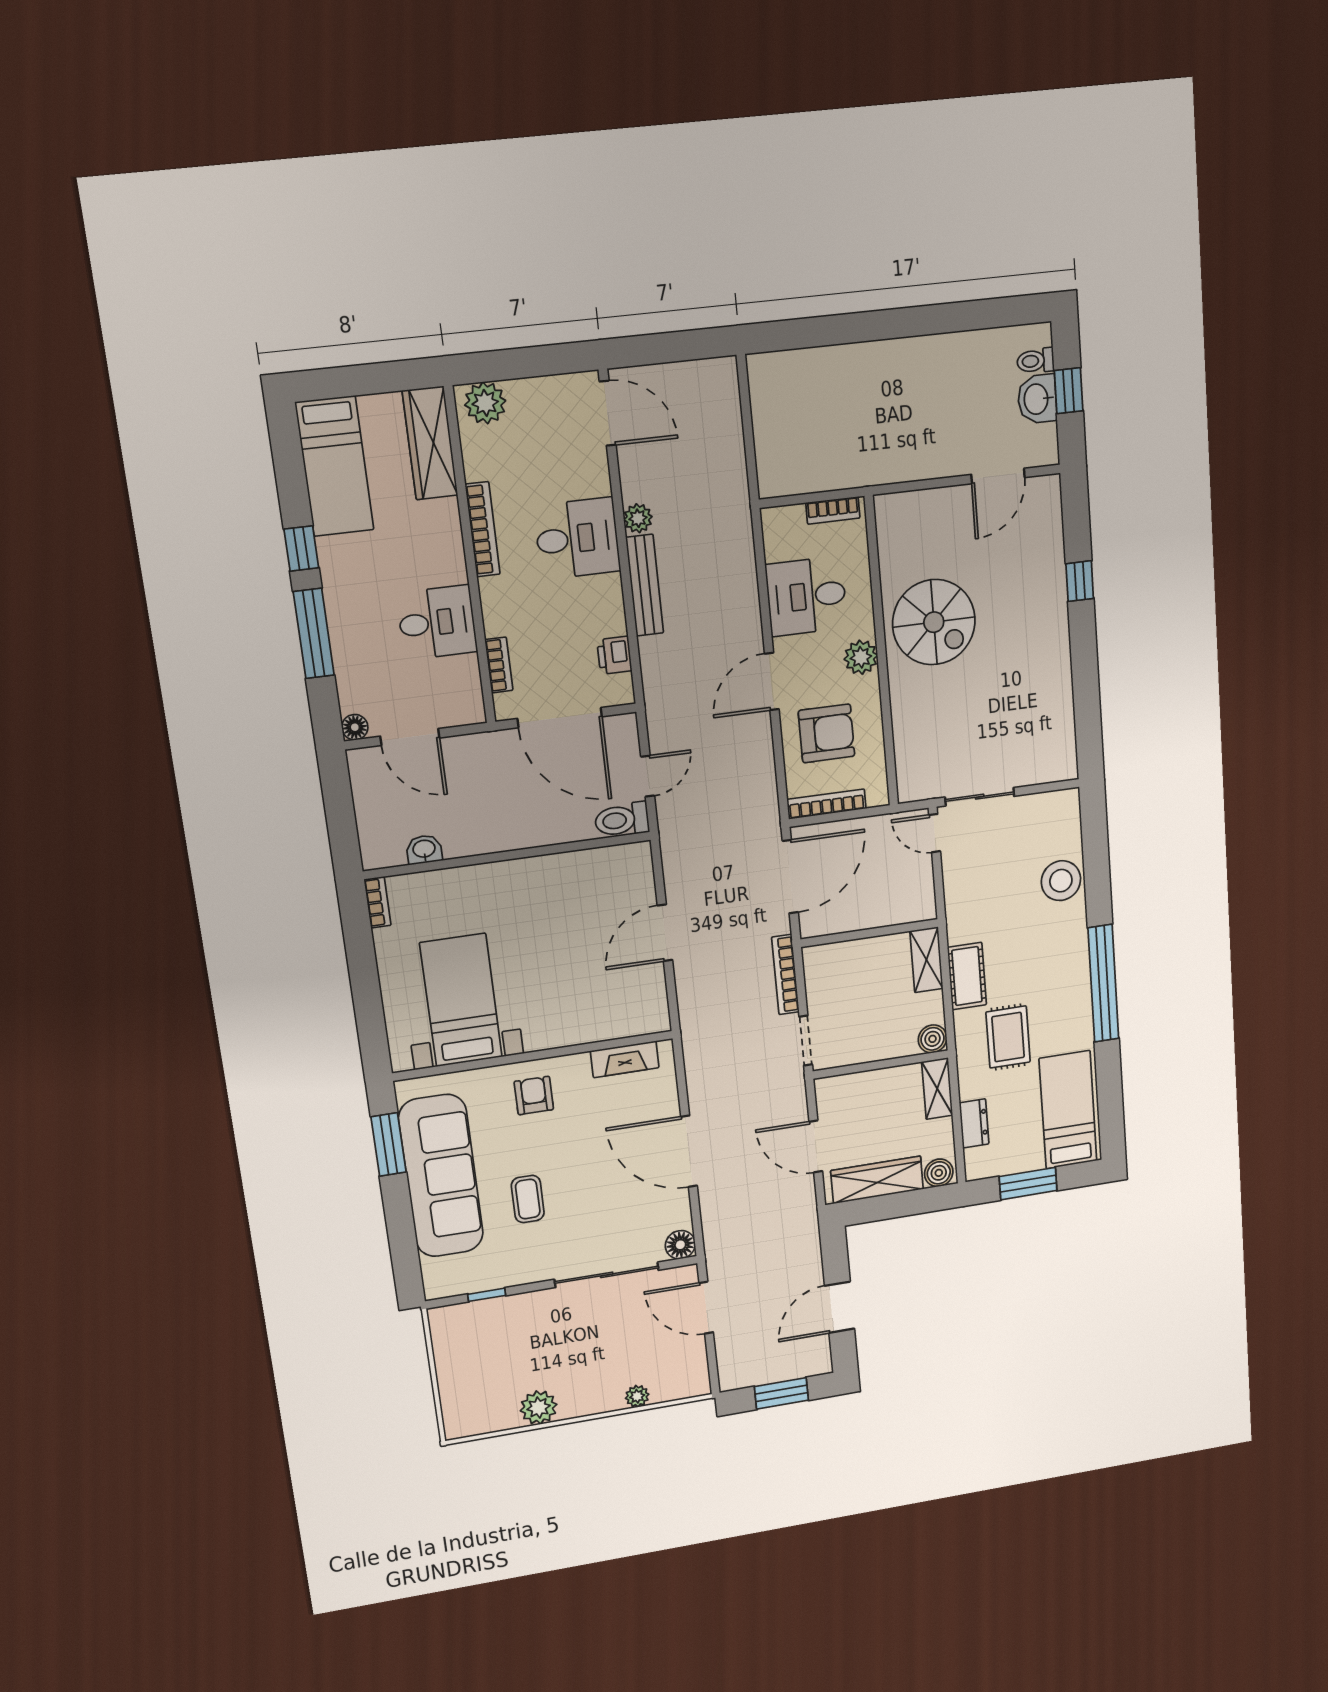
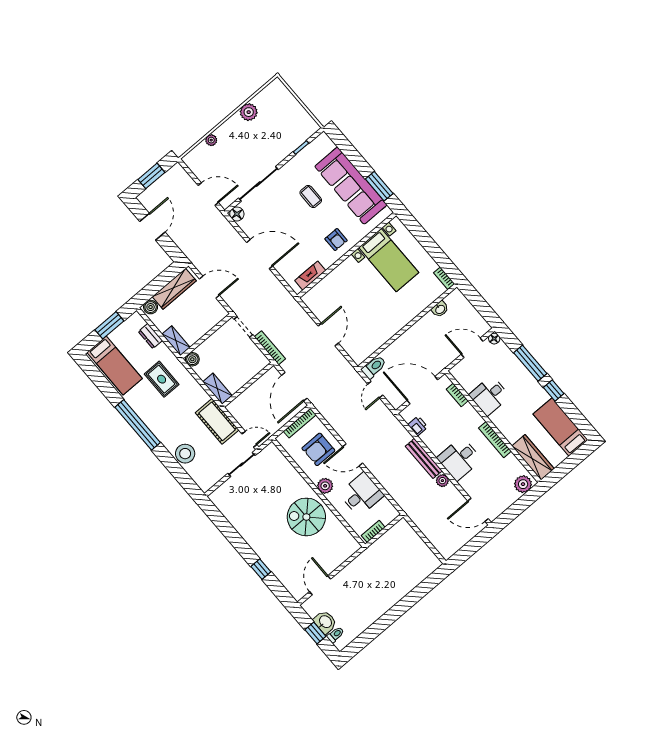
door: (772, 681) -> (353, 455), swing flipped
cot: (967, 976) -> (217, 421), moved, width x1.37, depth x1.34

